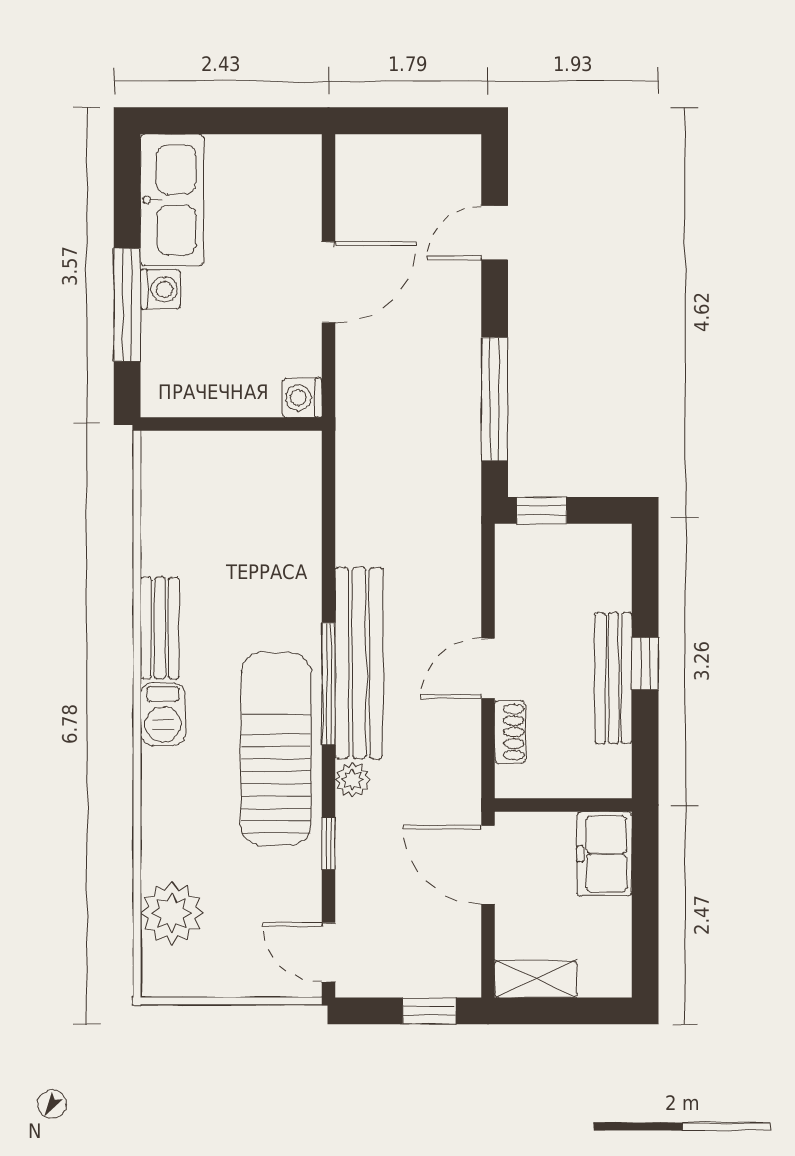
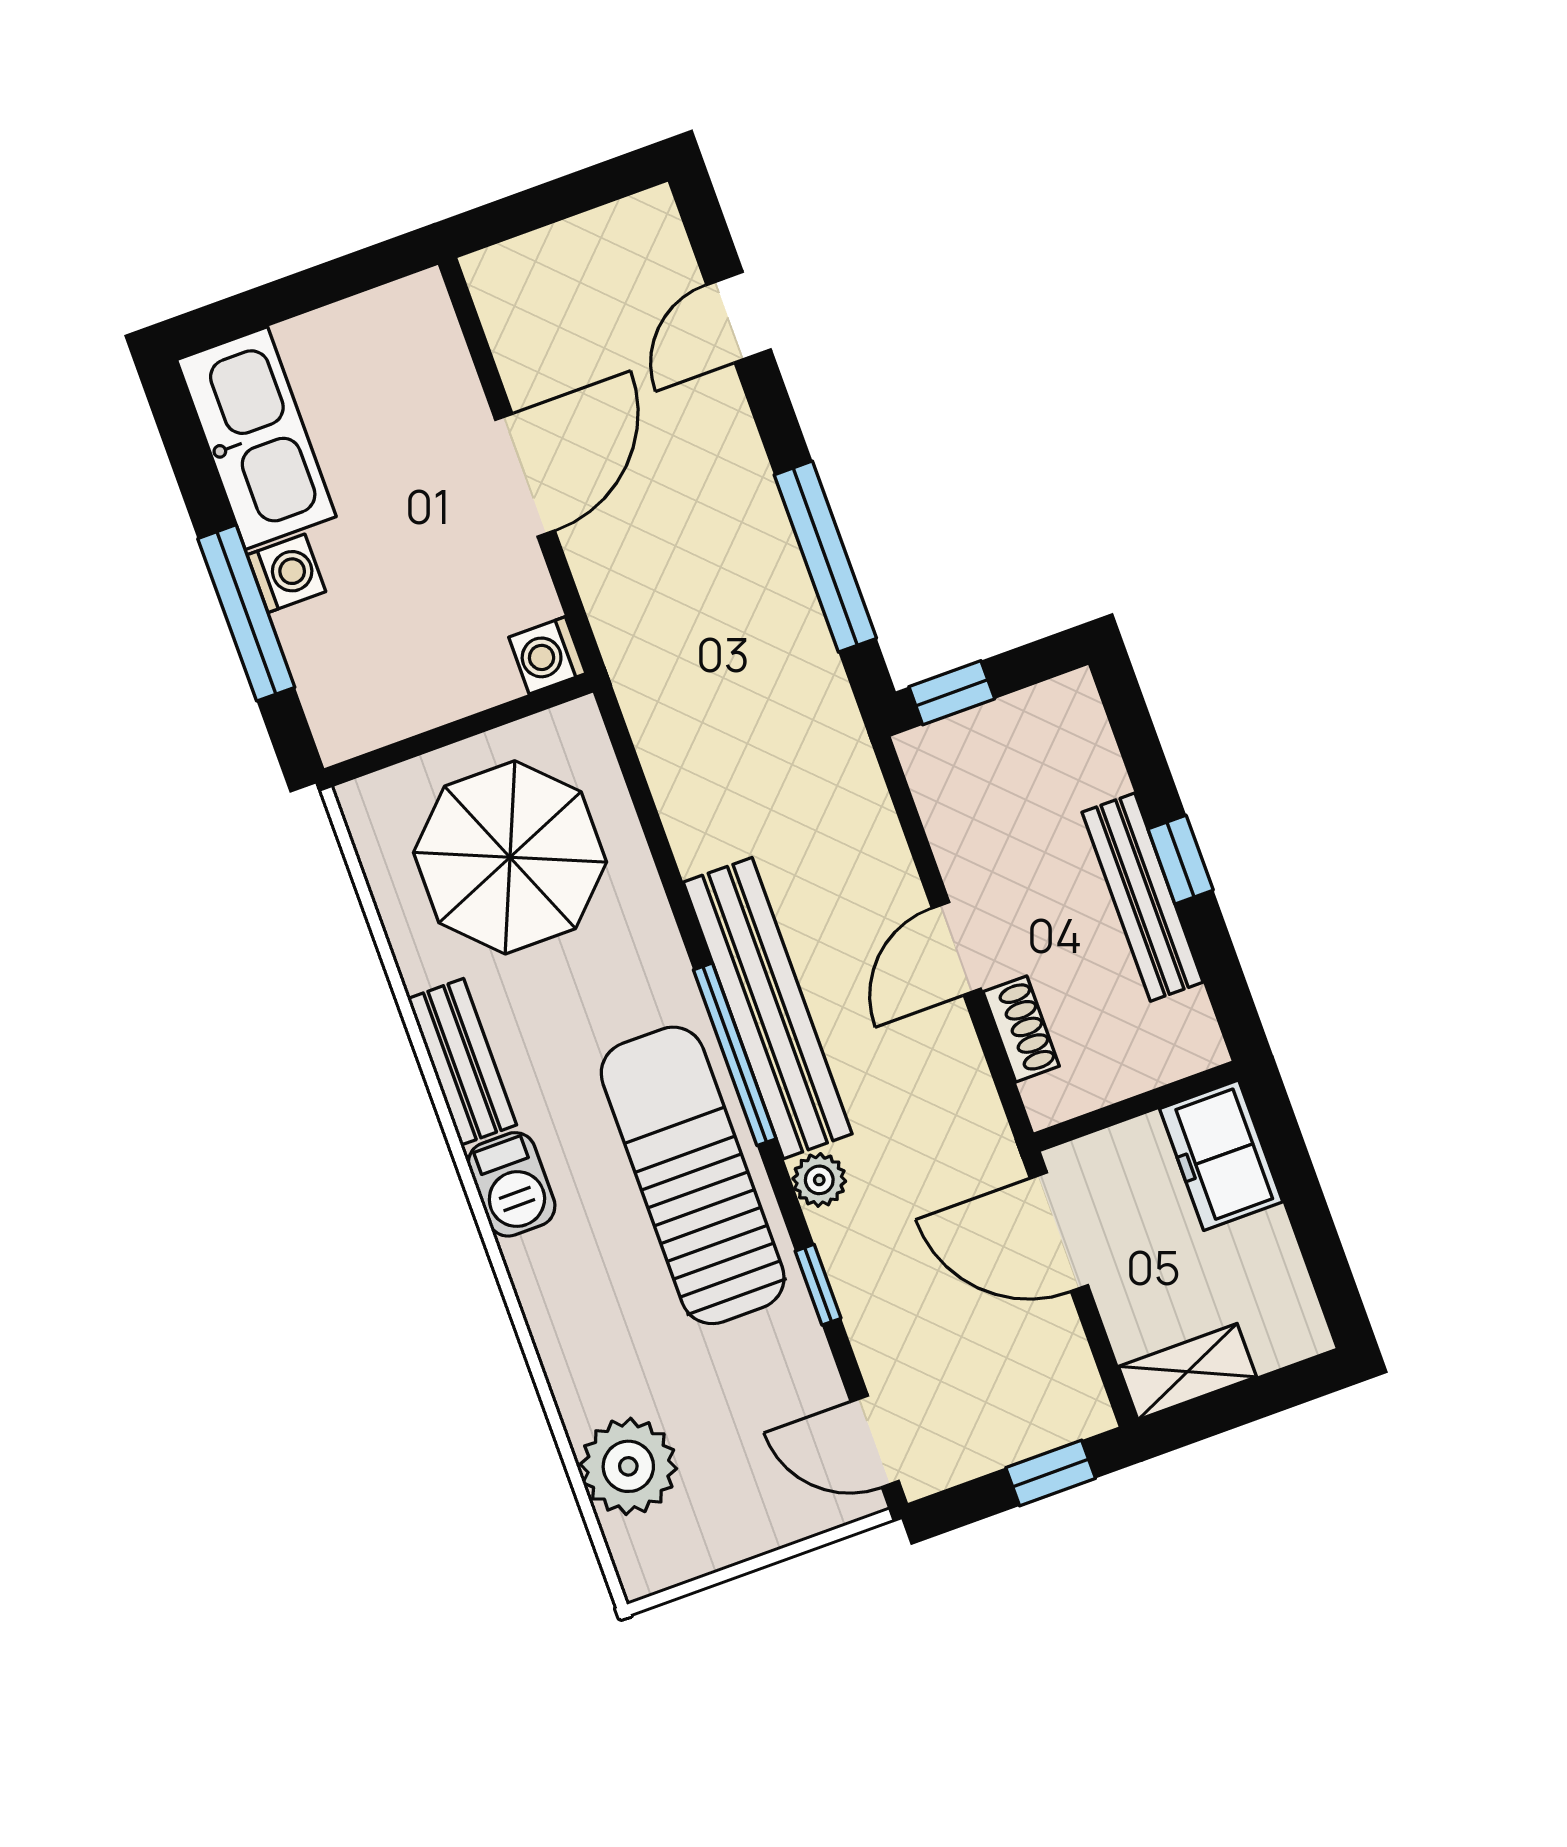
parasol: (234, 513) -> (510, 857), added

